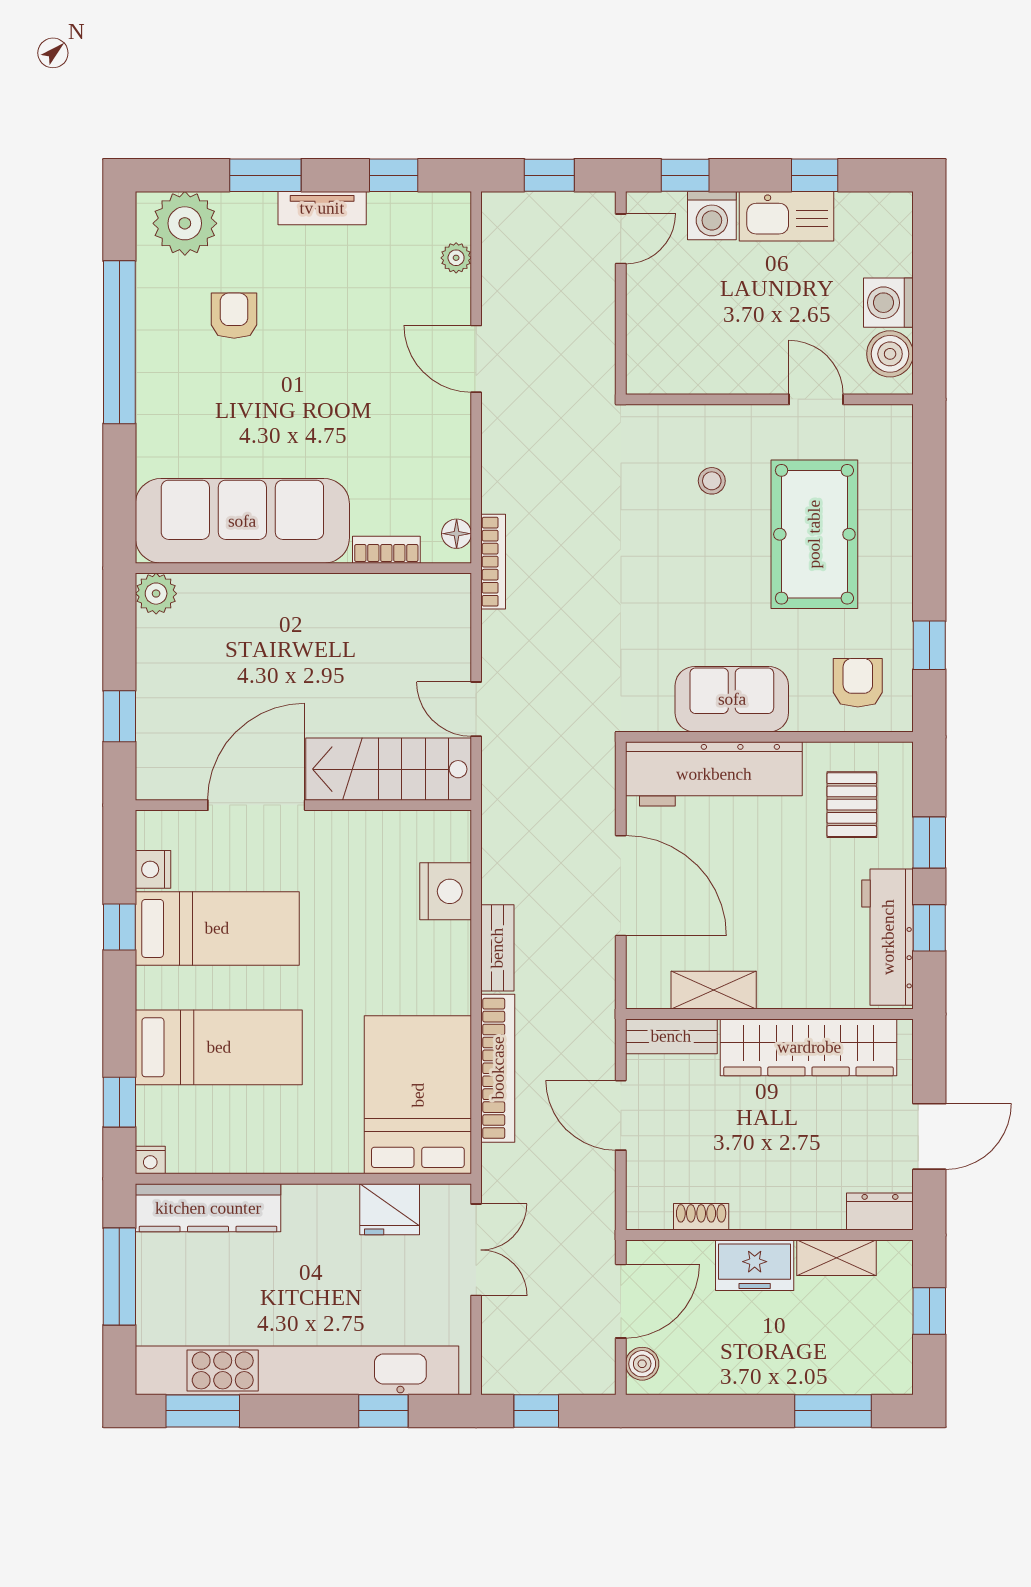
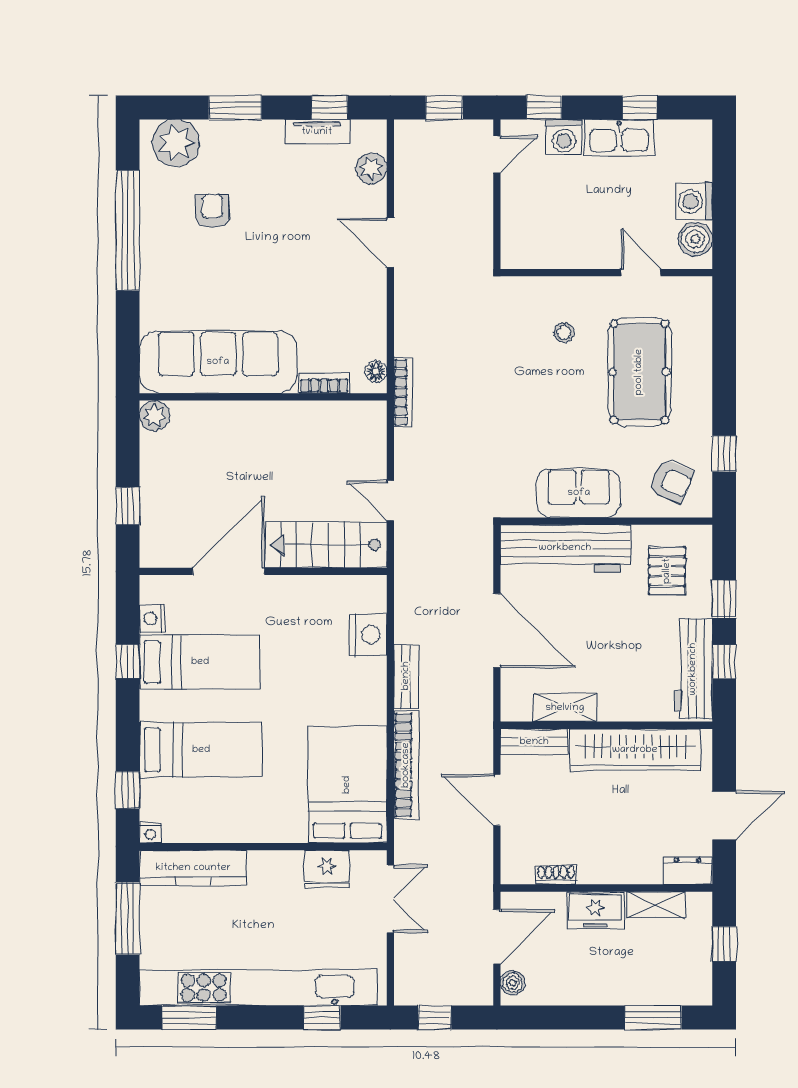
tv unit: (322, 208) -> (317, 132), moved
plant: (456, 258) -> (371, 168), width x1.38, depth x1.38
armchair: (858, 683) -> (671, 481), turned 113

